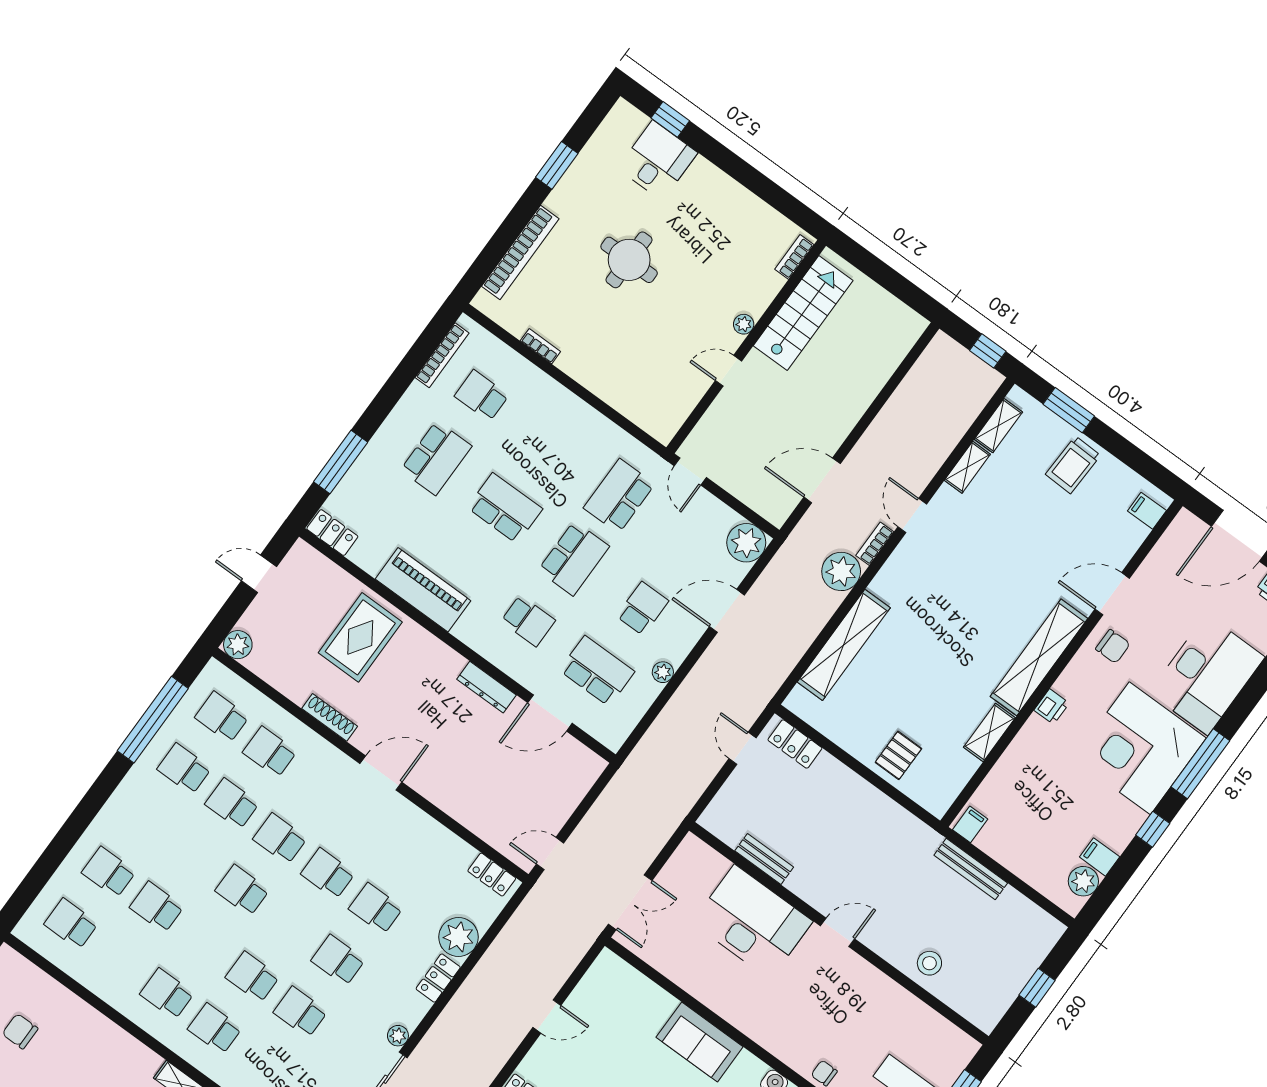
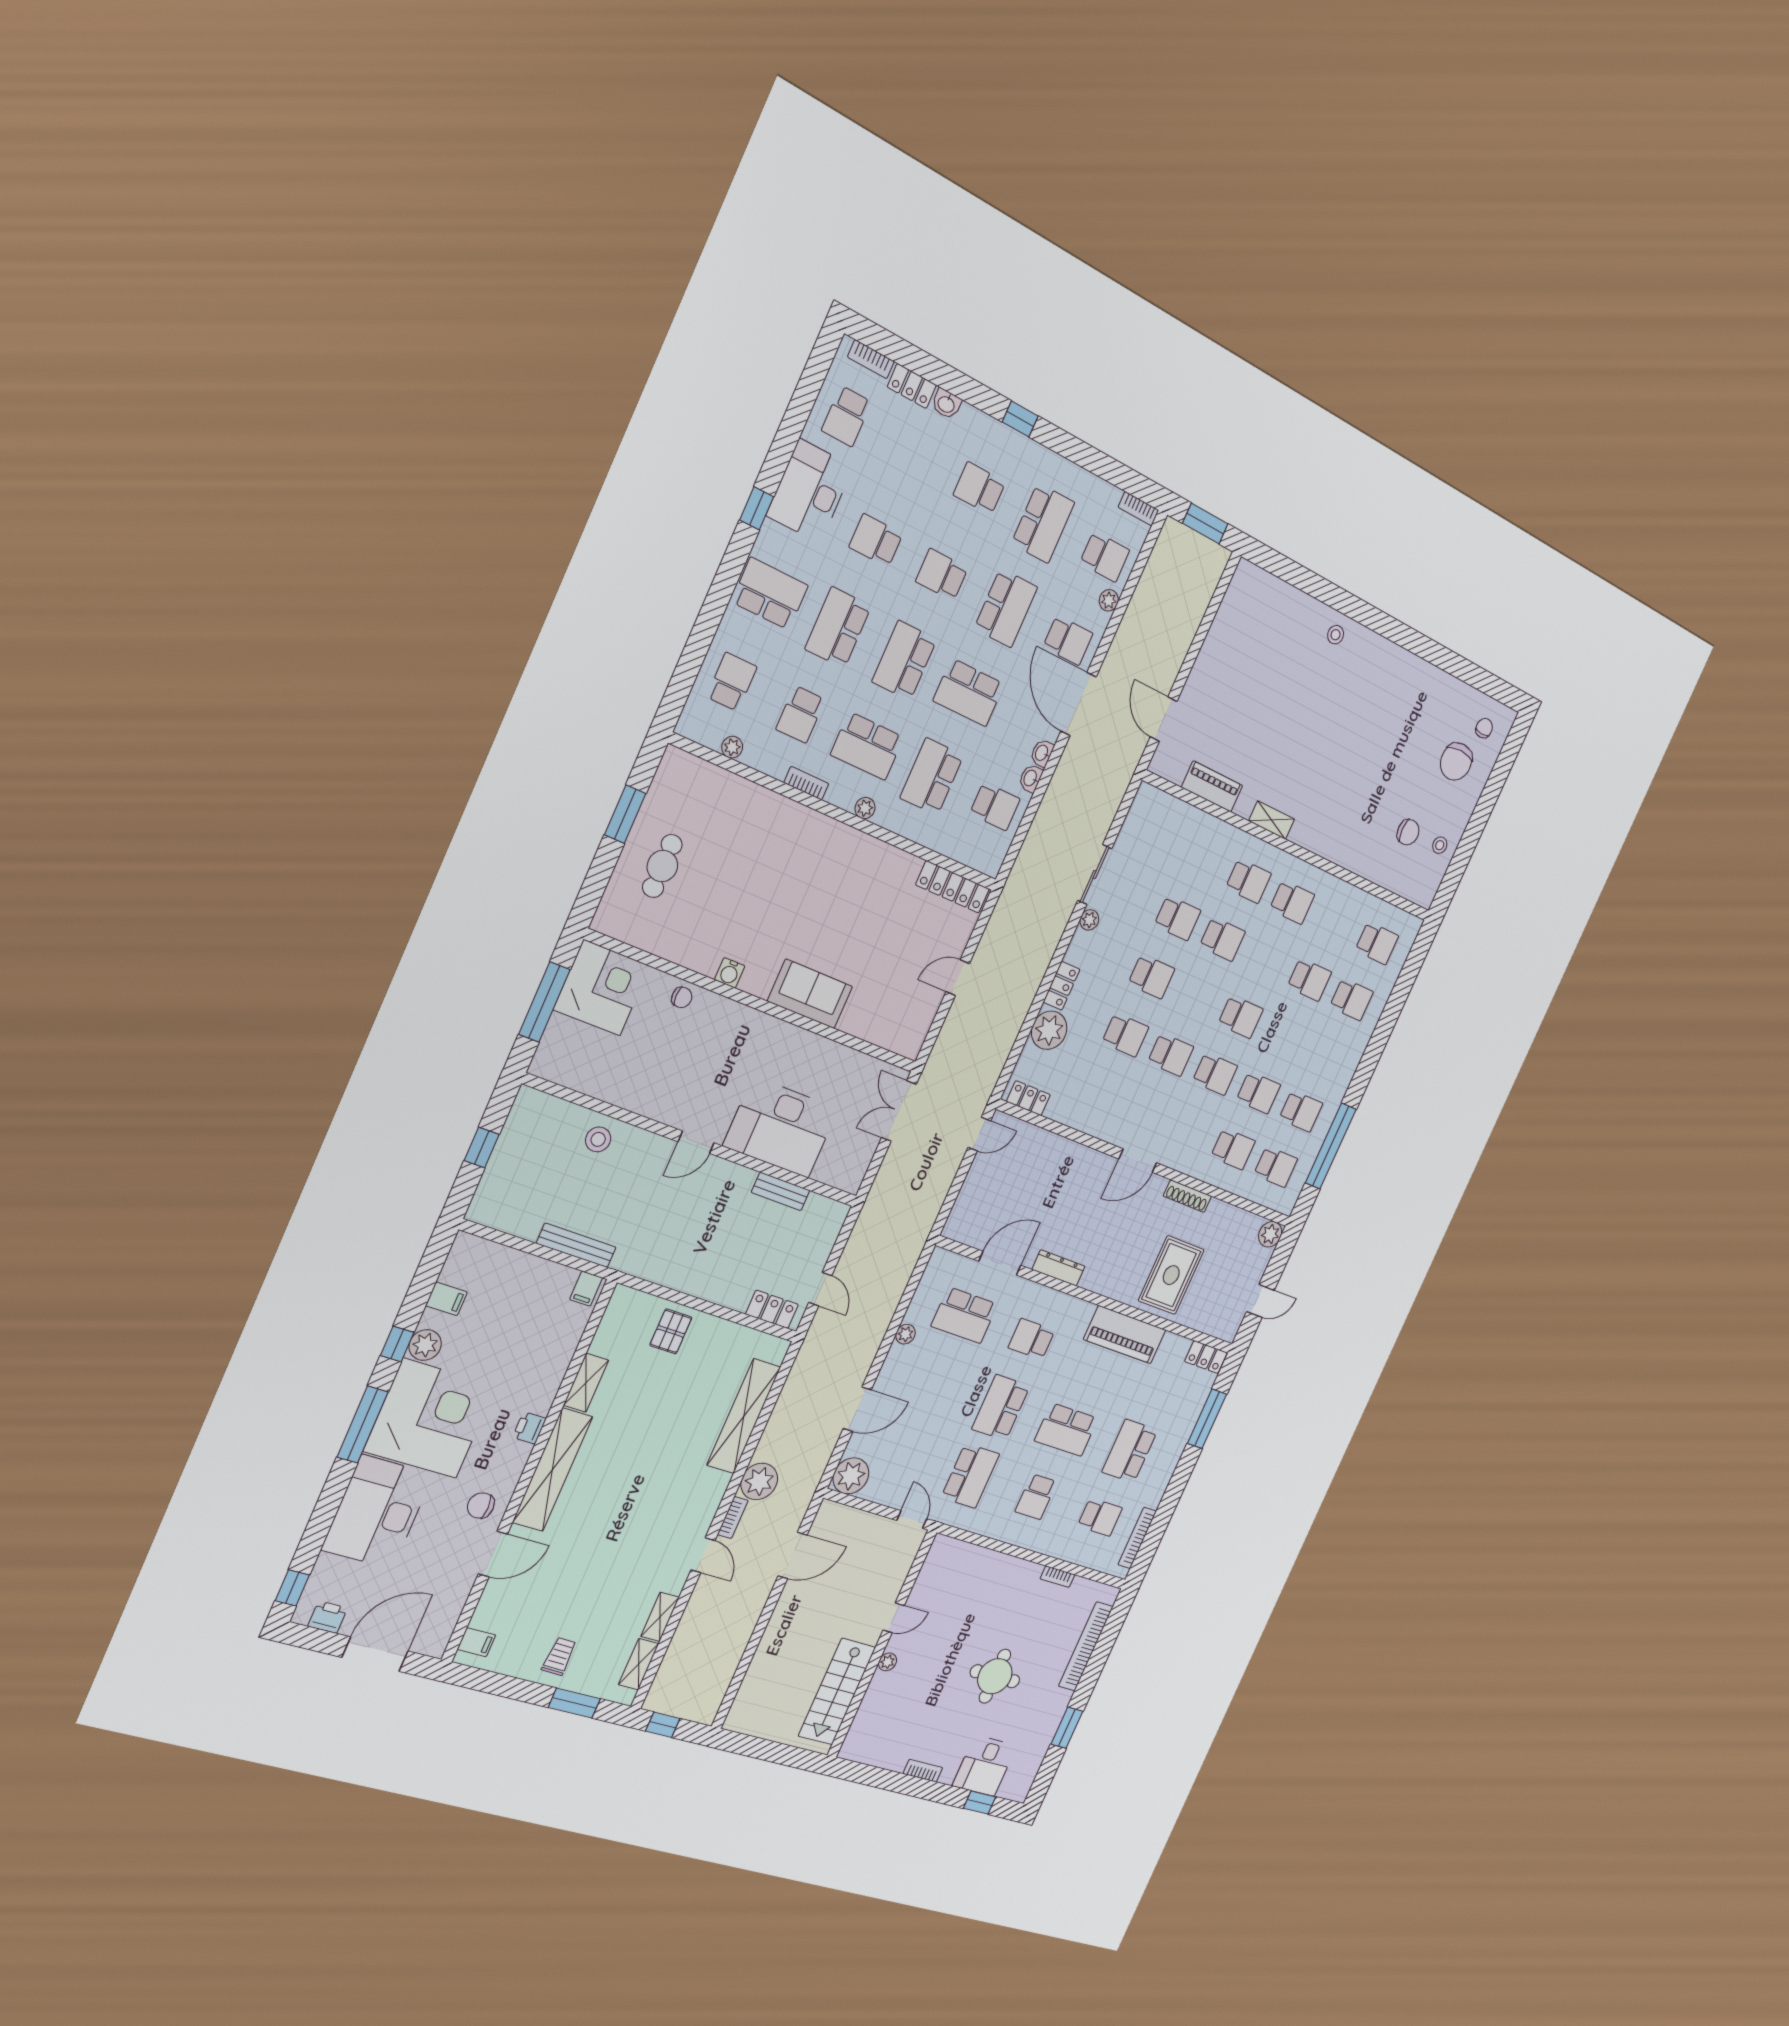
bookcase: (794, 257) -> (923, 1771), moved, turned -90
trolley: (1073, 465) -> (559, 1656), width x0.73, depth x0.72
school desk: (642, 609) -> (1036, 1497), moved
plant: (1083, 881) -> (425, 1345), moved

